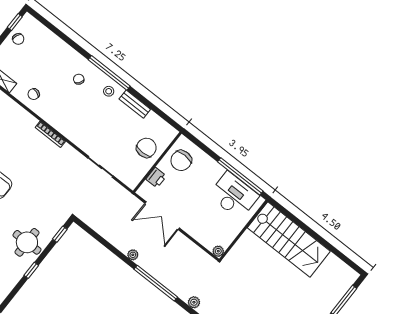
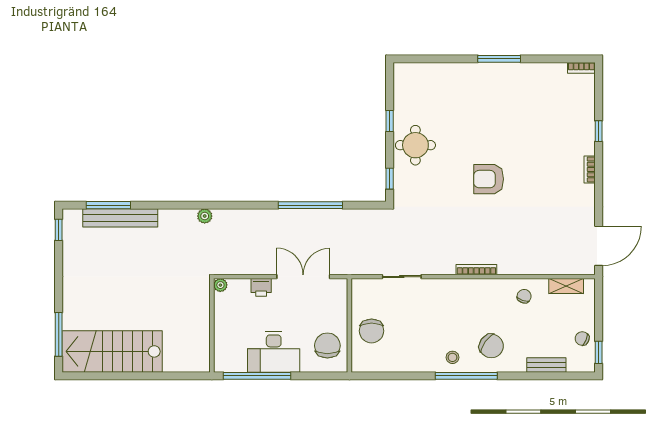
chair: (79, 79) -> (491, 346), width x1.87, depth x1.87
bench: (135, 104) -> (546, 365), moved
printer: (156, 178) -> (261, 287), moved, turned -90
desk: (234, 195) -> (274, 352), moved
stairs: (289, 239) -> (112, 351), moved
plant: (133, 255) -> (302, 215), removed
window: (156, 283) -> (310, 205), moved

